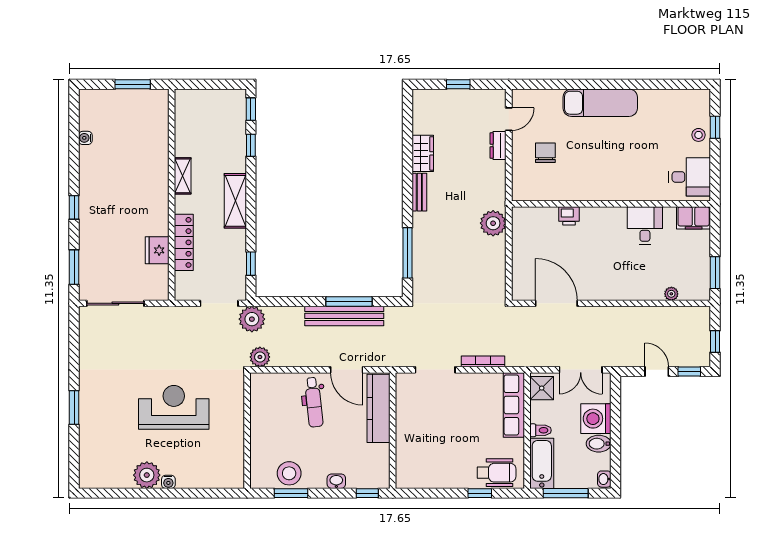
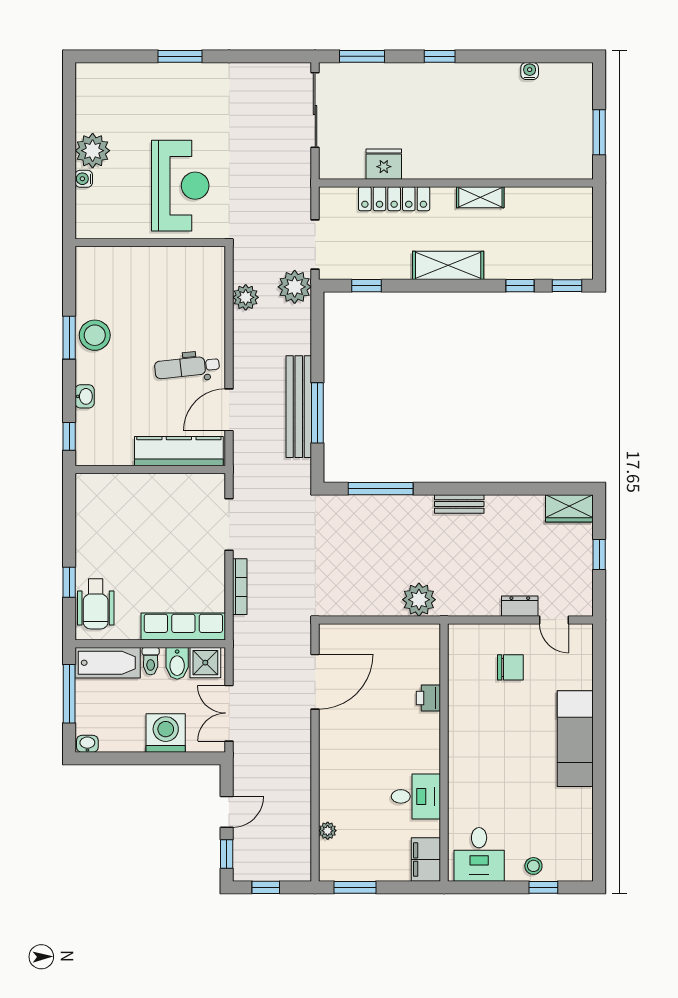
wardrobe: (423, 153) -> (569, 508), moved
wall: (247, 431) -> (150, 243), moved
bidet: (599, 444) -> (177, 663), moved, turned 180

